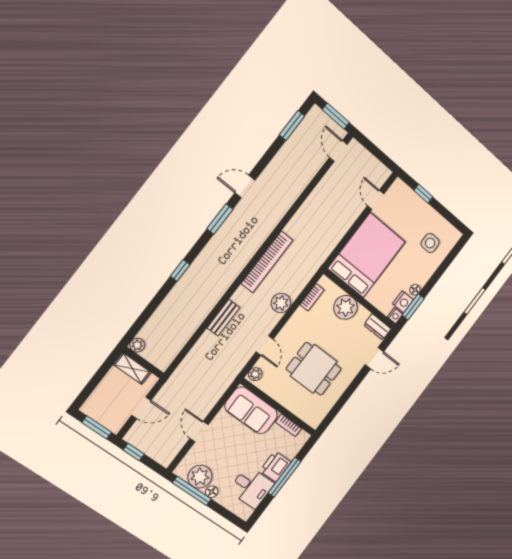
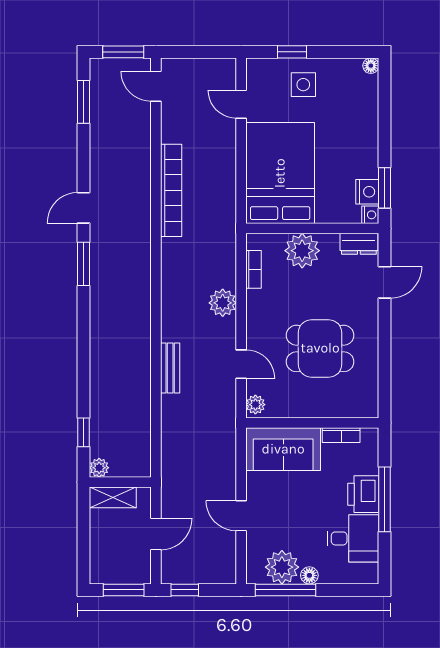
side table: (430, 243) -> (303, 85), moved
bookcase: (267, 262) -> (171, 190), moved
window: (180, 270) -> (84, 432), moved
floor lamp: (415, 290) -> (371, 66), moved

